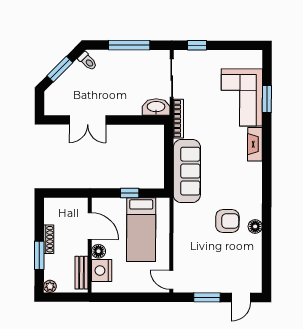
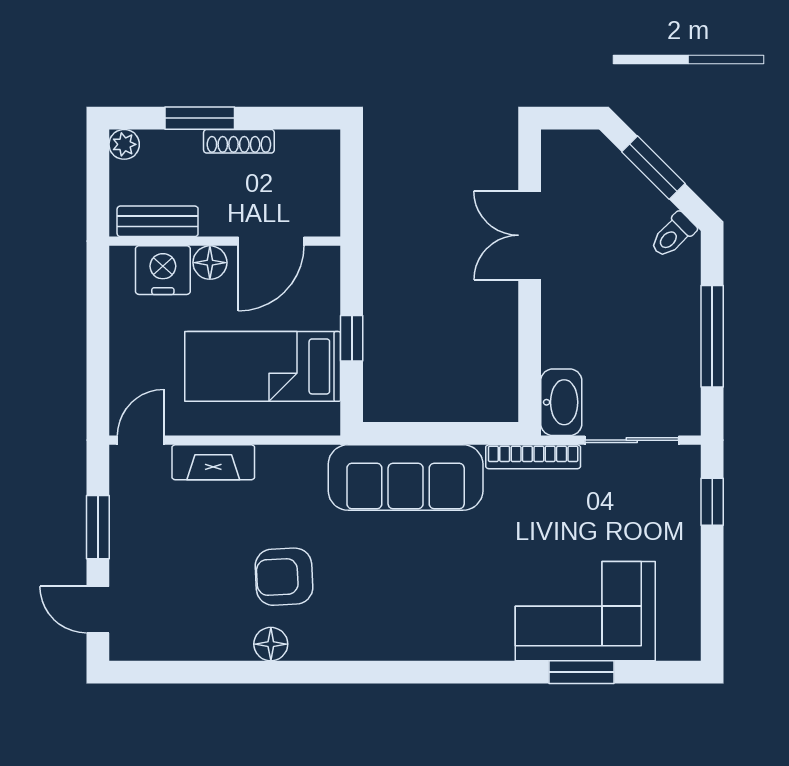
fireplace: (255, 144) -> (213, 462), moved, turned 180
armchair: (227, 221) -> (284, 577), turned 87

